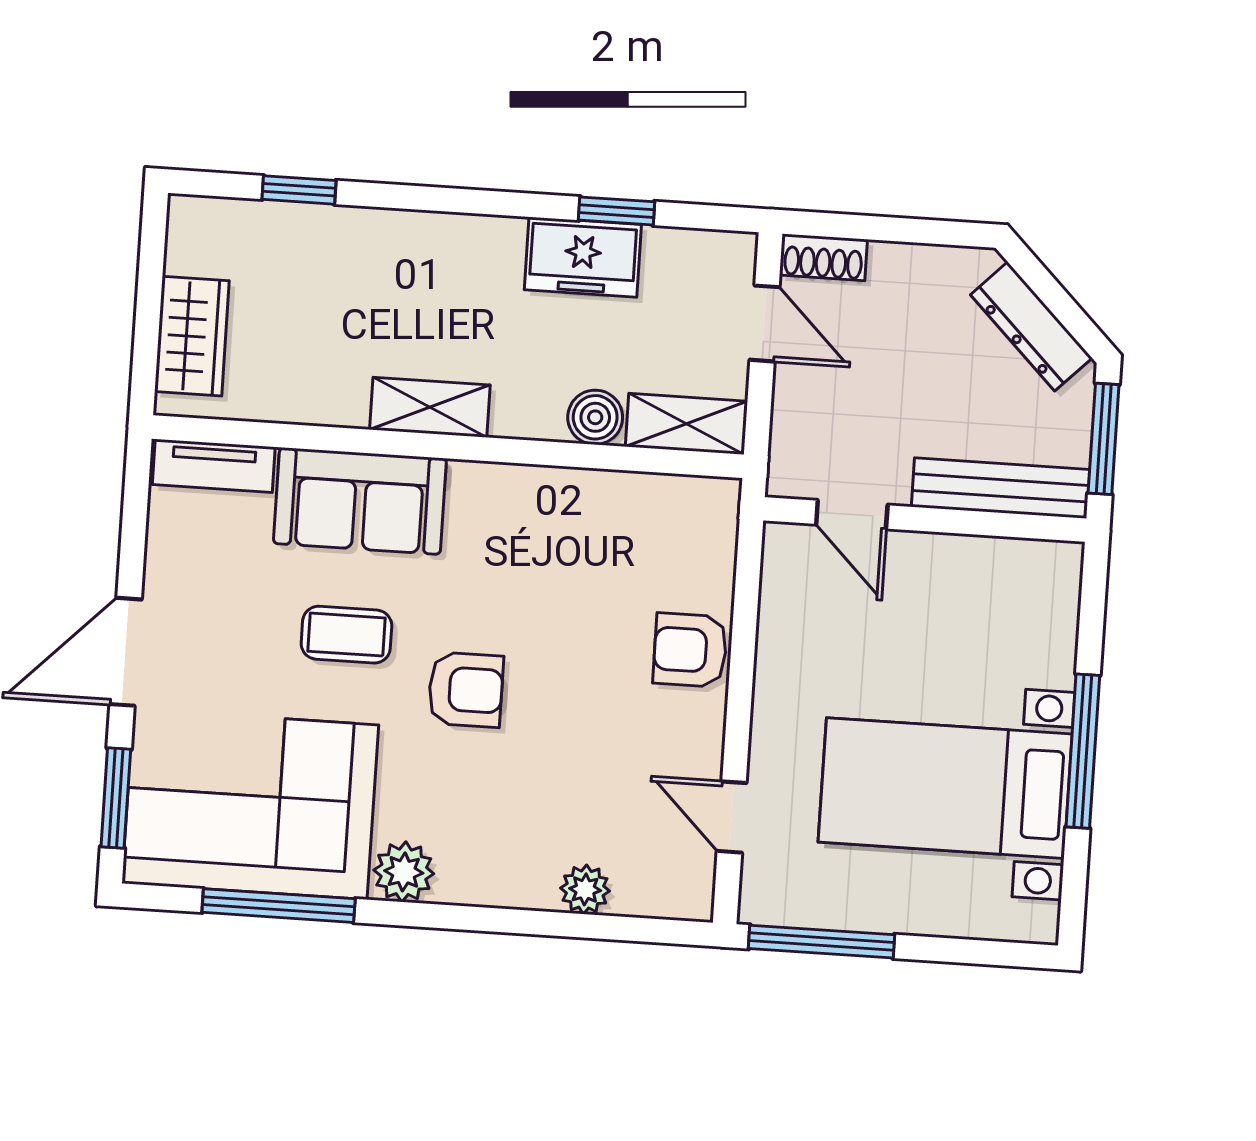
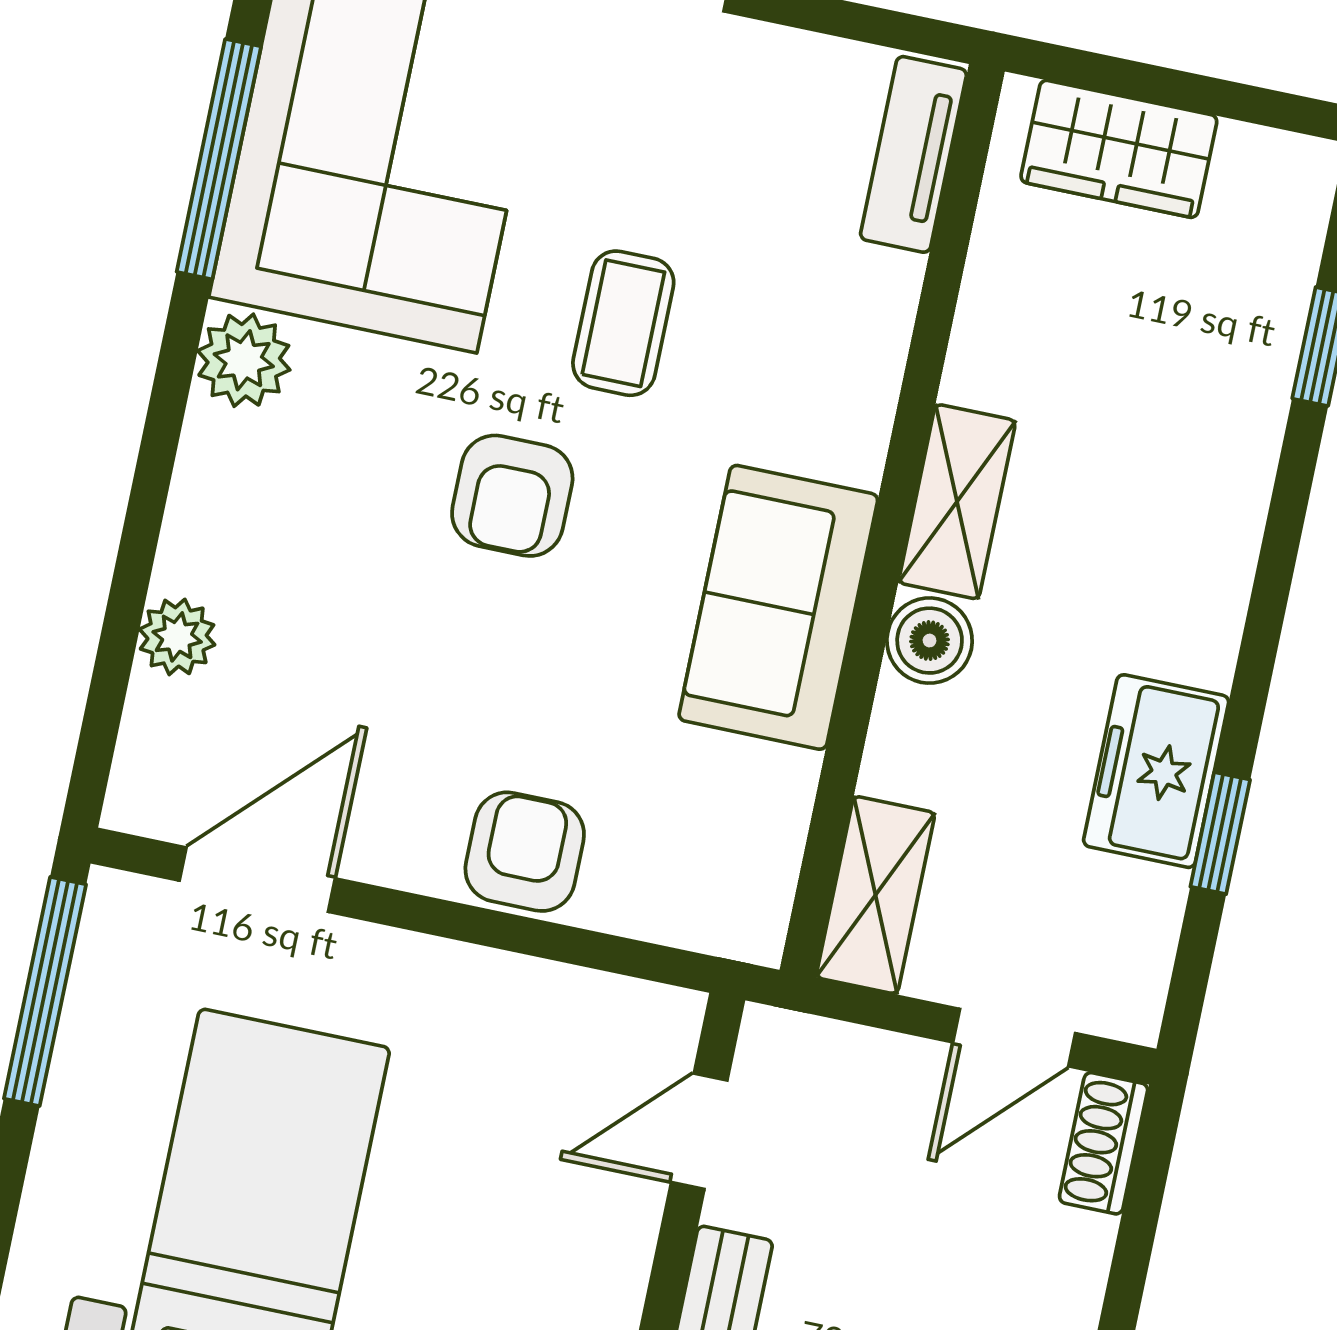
boiler: (595, 417) -> (930, 641), moved
sofa: (360, 501) -> (778, 607), moved
door: (732, 817) -> (257, 880), width x1.38

